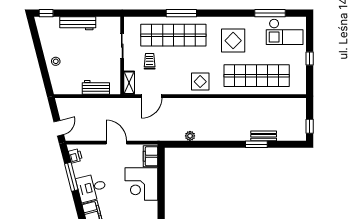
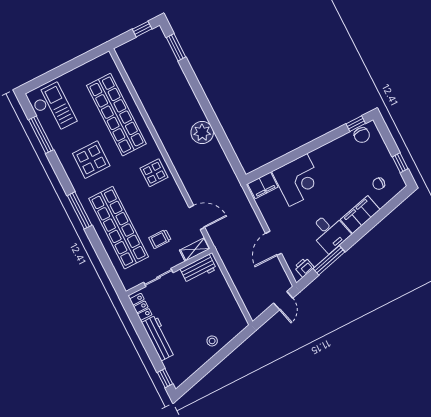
window: (181, 13) -> (80, 210), moved
locker: (107, 22) -> (141, 307), added
window: (310, 59) -> (68, 67), removed
workbench: (96, 87) -> (198, 269), moved, turned -90
door: (59, 128) -> (283, 301), swing flipped
plant: (190, 136) -> (202, 132), moved, width x1.88, depth x1.88
bench: (264, 136) -> (178, 74), removed
door: (116, 143) -> (274, 243), moved
window: (256, 144) -> (176, 47), moved

